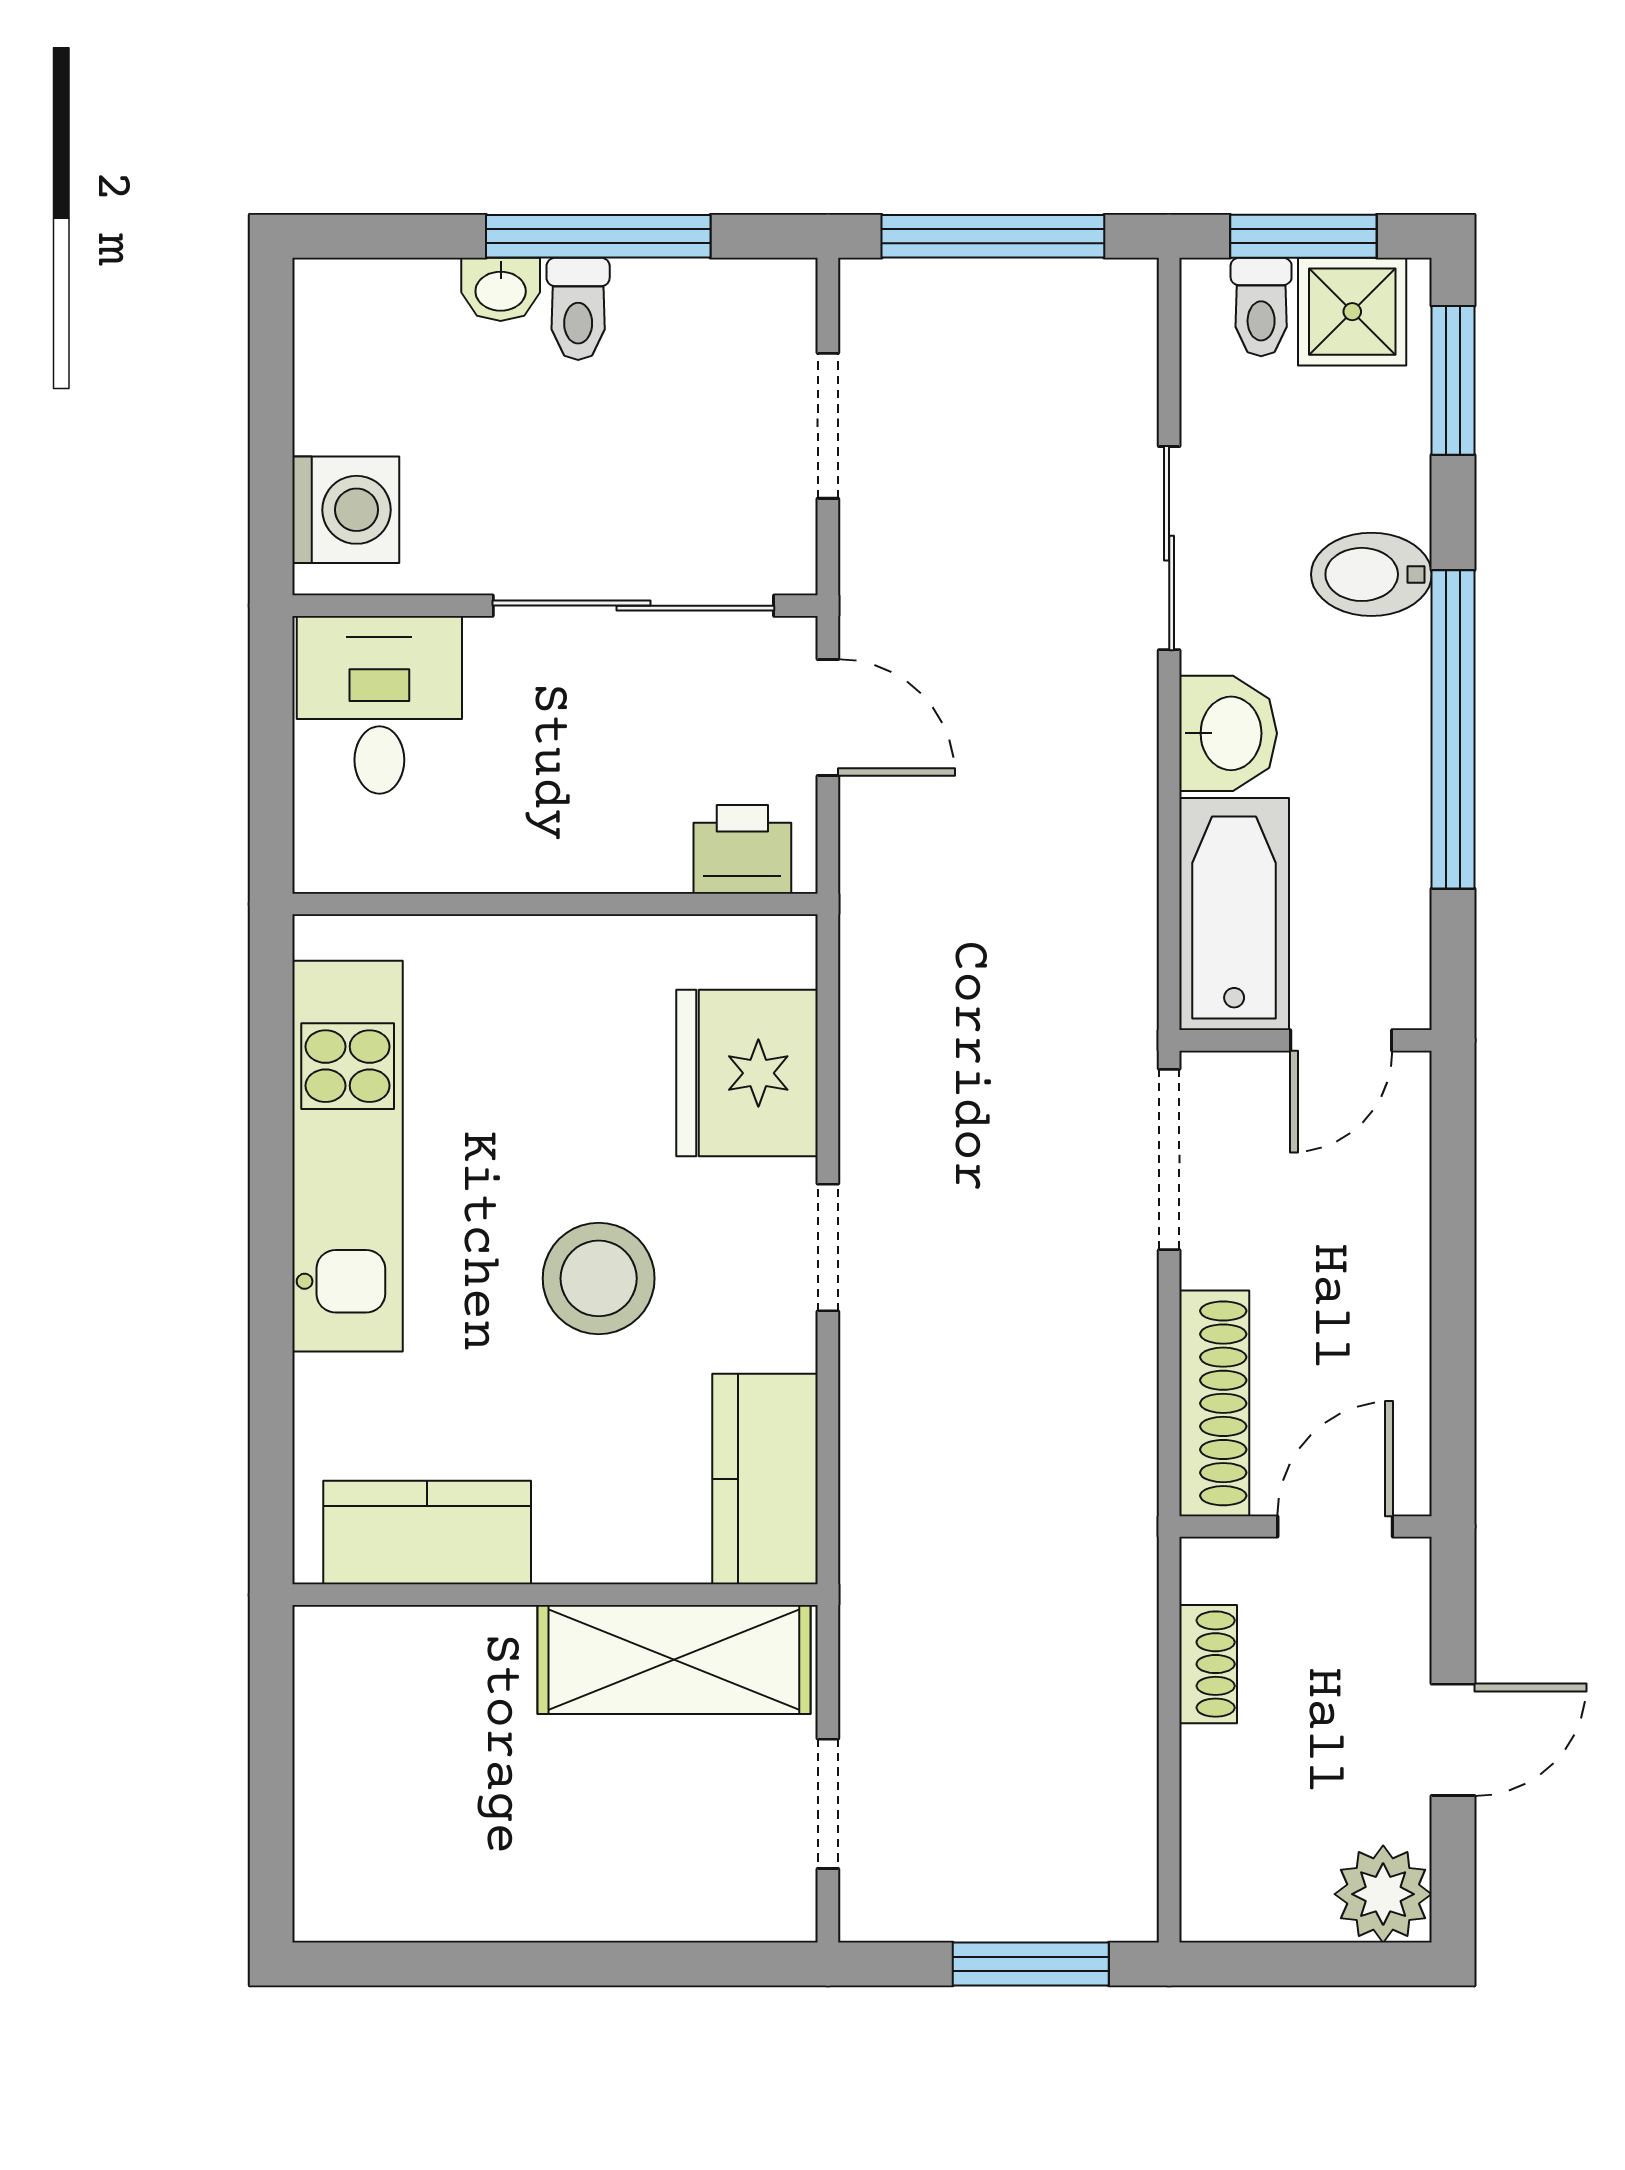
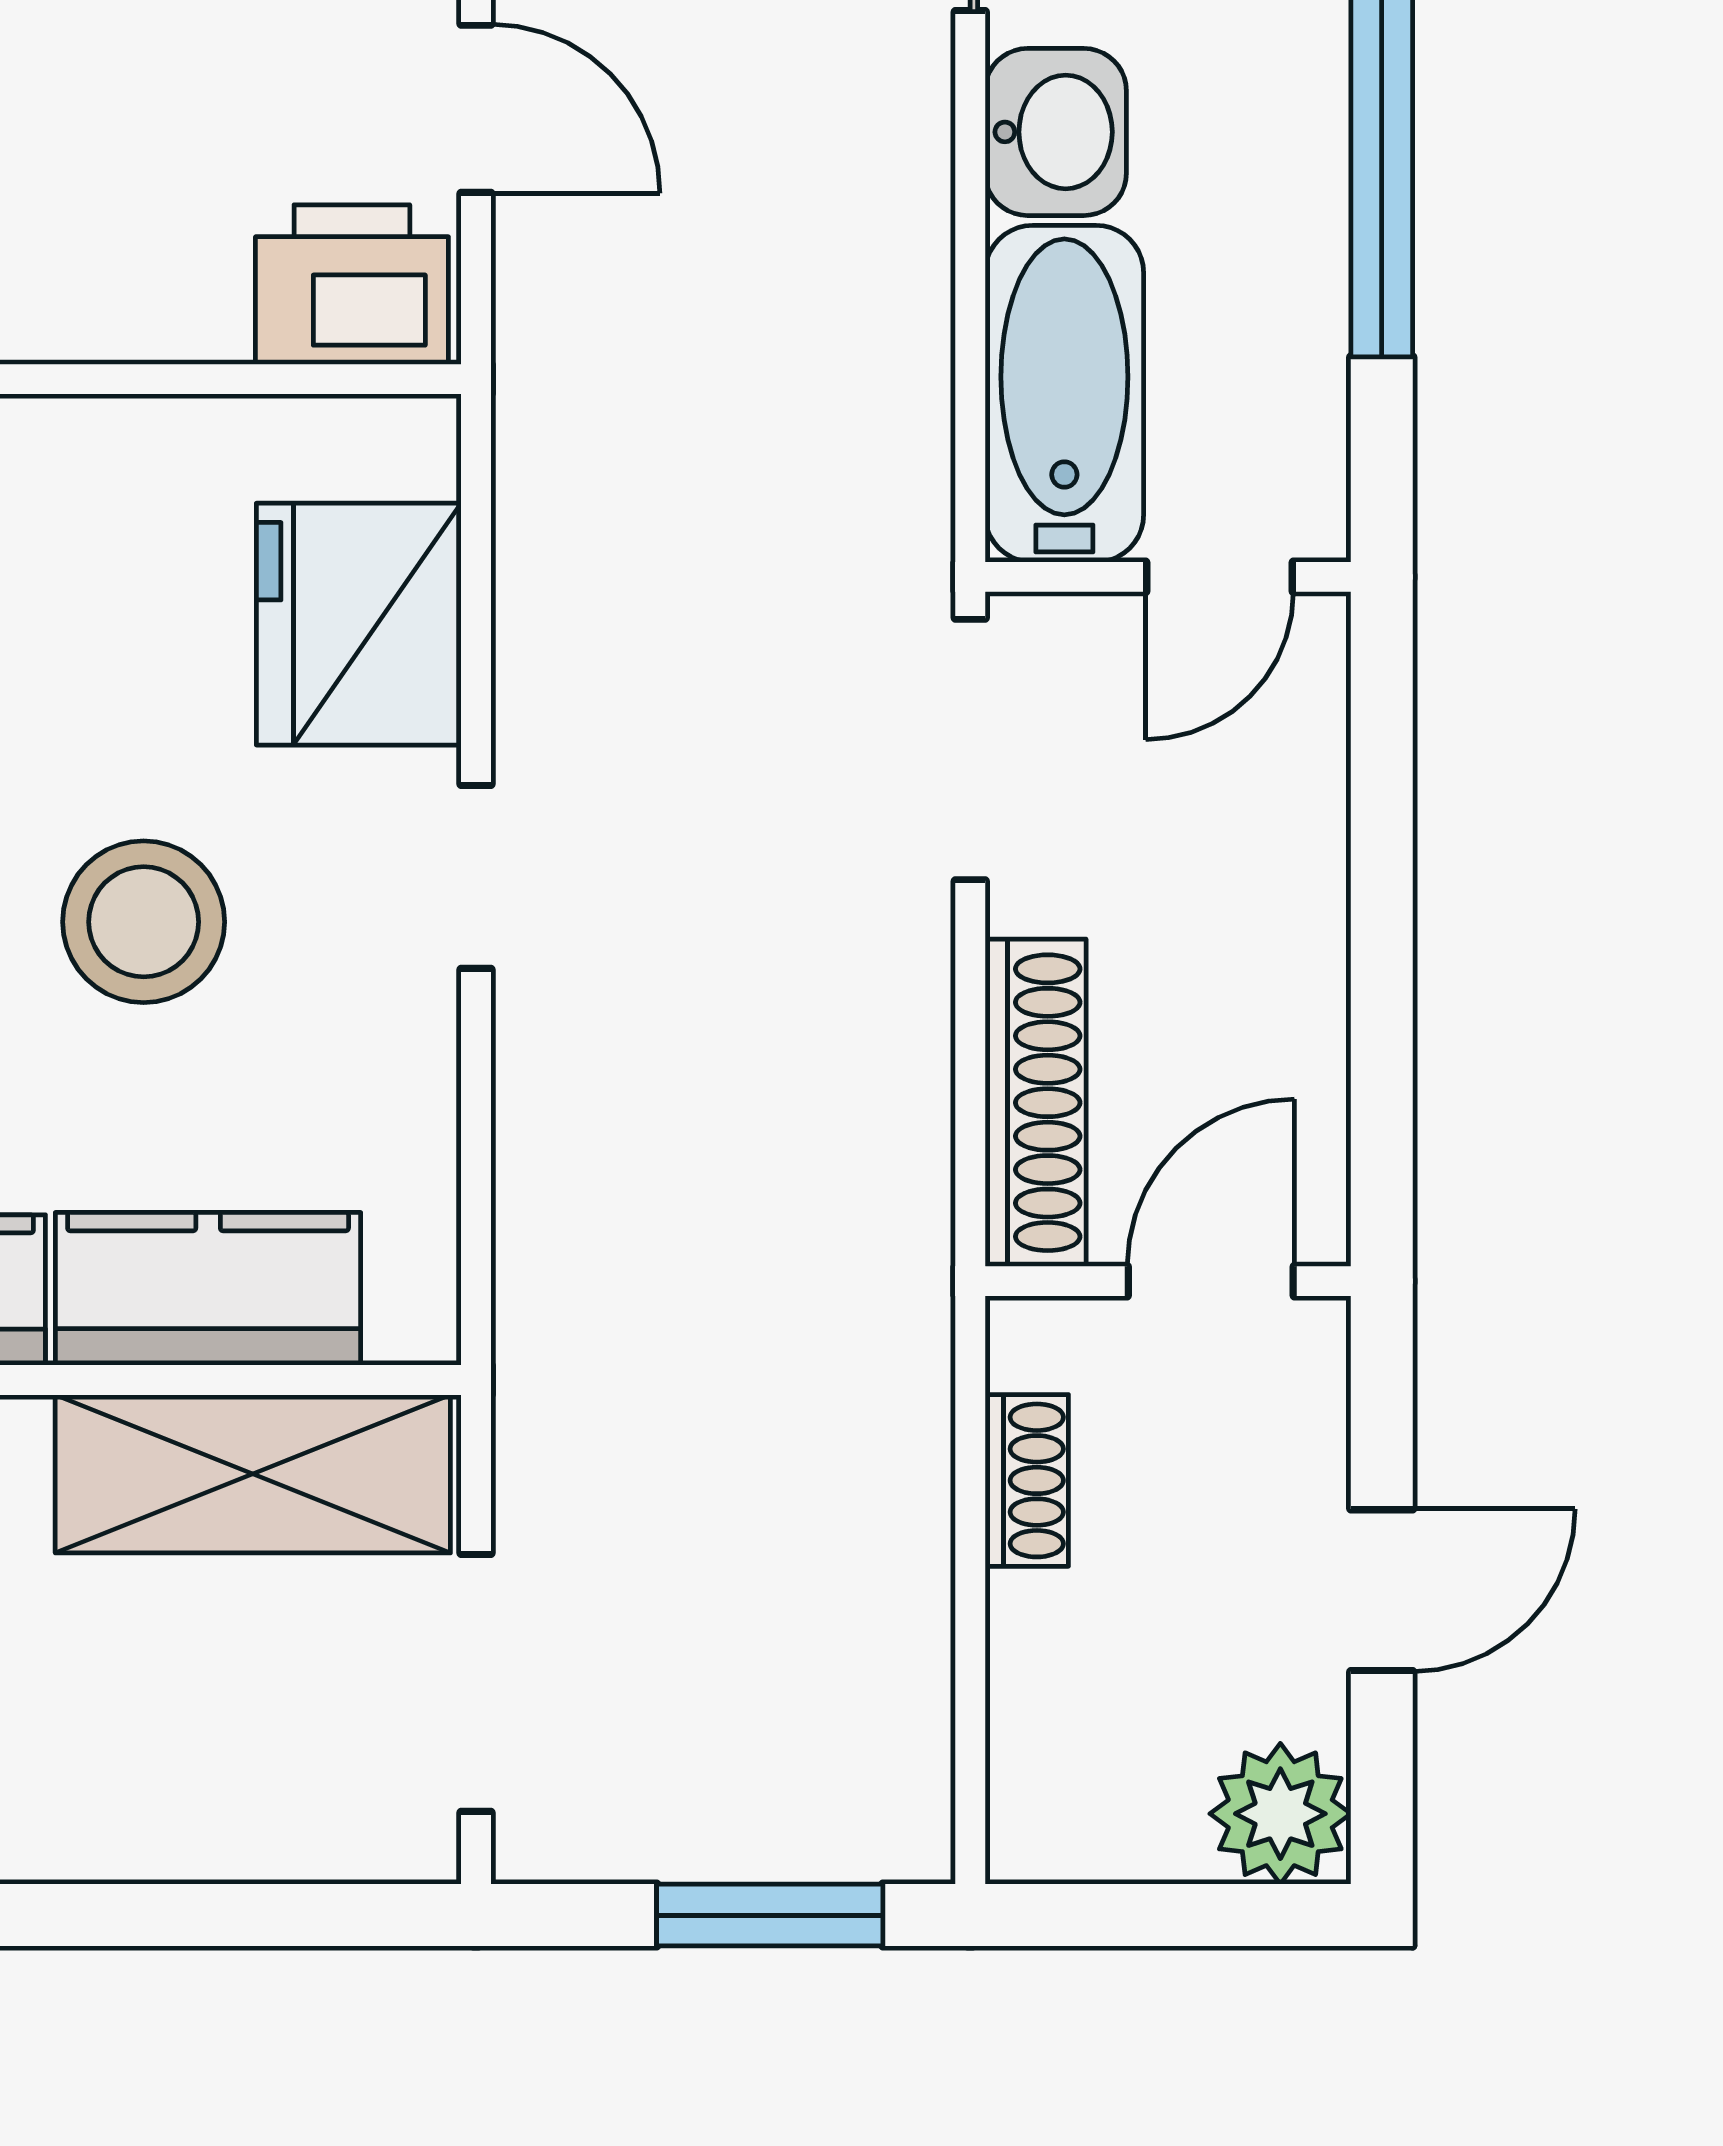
printer: (742, 849) -> (352, 285), width x1.36, depth x1.24
kitchen counter: (765, 1479) -> (208, 1289), moved, turned 90
doorway: (828, 1804) -> (476, 1683), width x1.38

